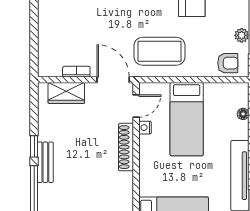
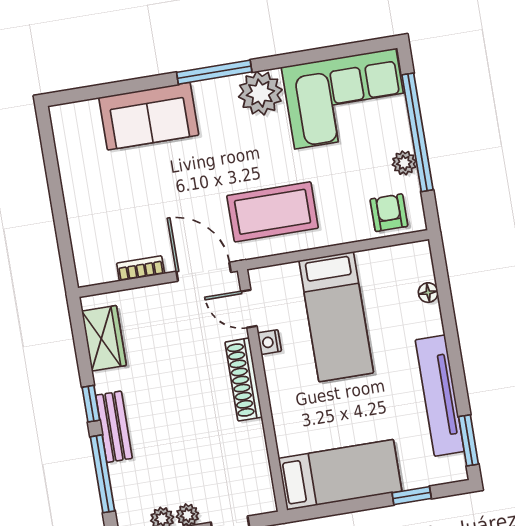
armchair: (228, 63) -> (389, 213), turned -90
wardrobe: (66, 93) -> (104, 338), moved, turned -90
door: (136, 106) -> (249, 309), swing flipped

